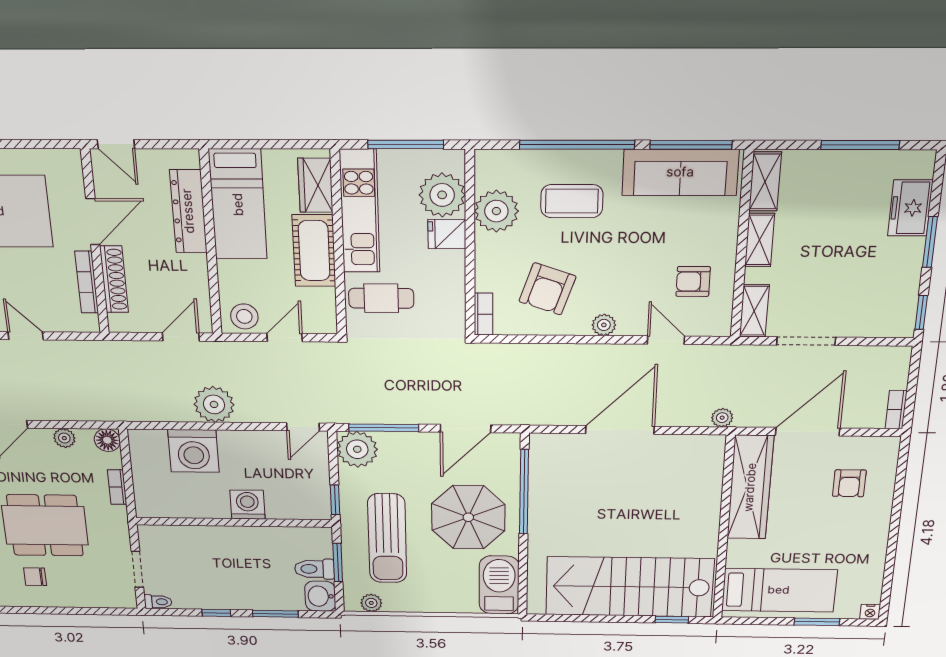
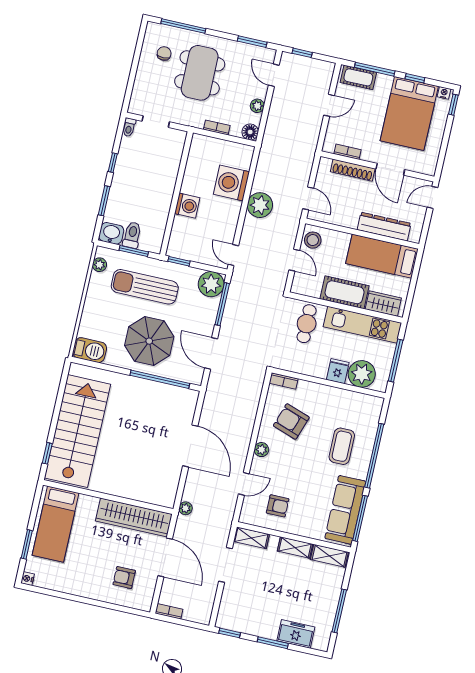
plant: (496, 211) -> (345, 402), removed
armchair: (693, 281) -> (278, 506), turned 90
bookcase: (87, 282) -> (347, 152), width x0.64
barbecue: (499, 585) -> (90, 350), width x0.73, depth x0.83

